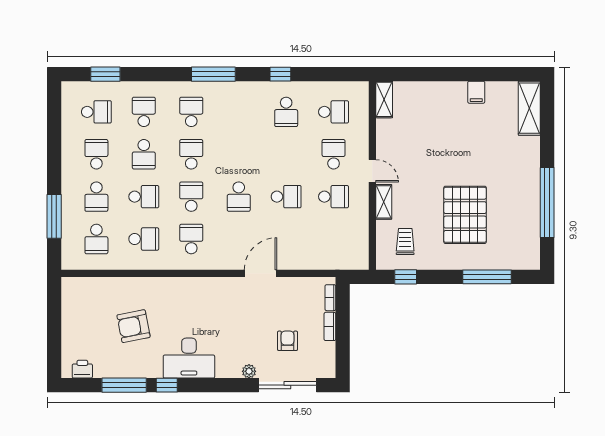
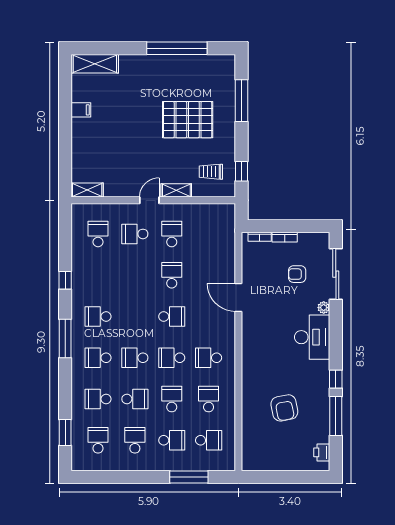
school desk: (286, 112) -> (98, 316), moved, turned 180
school desk: (96, 154) -> (135, 440), turned 90
desk: (189, 358) -> (312, 337), moved

